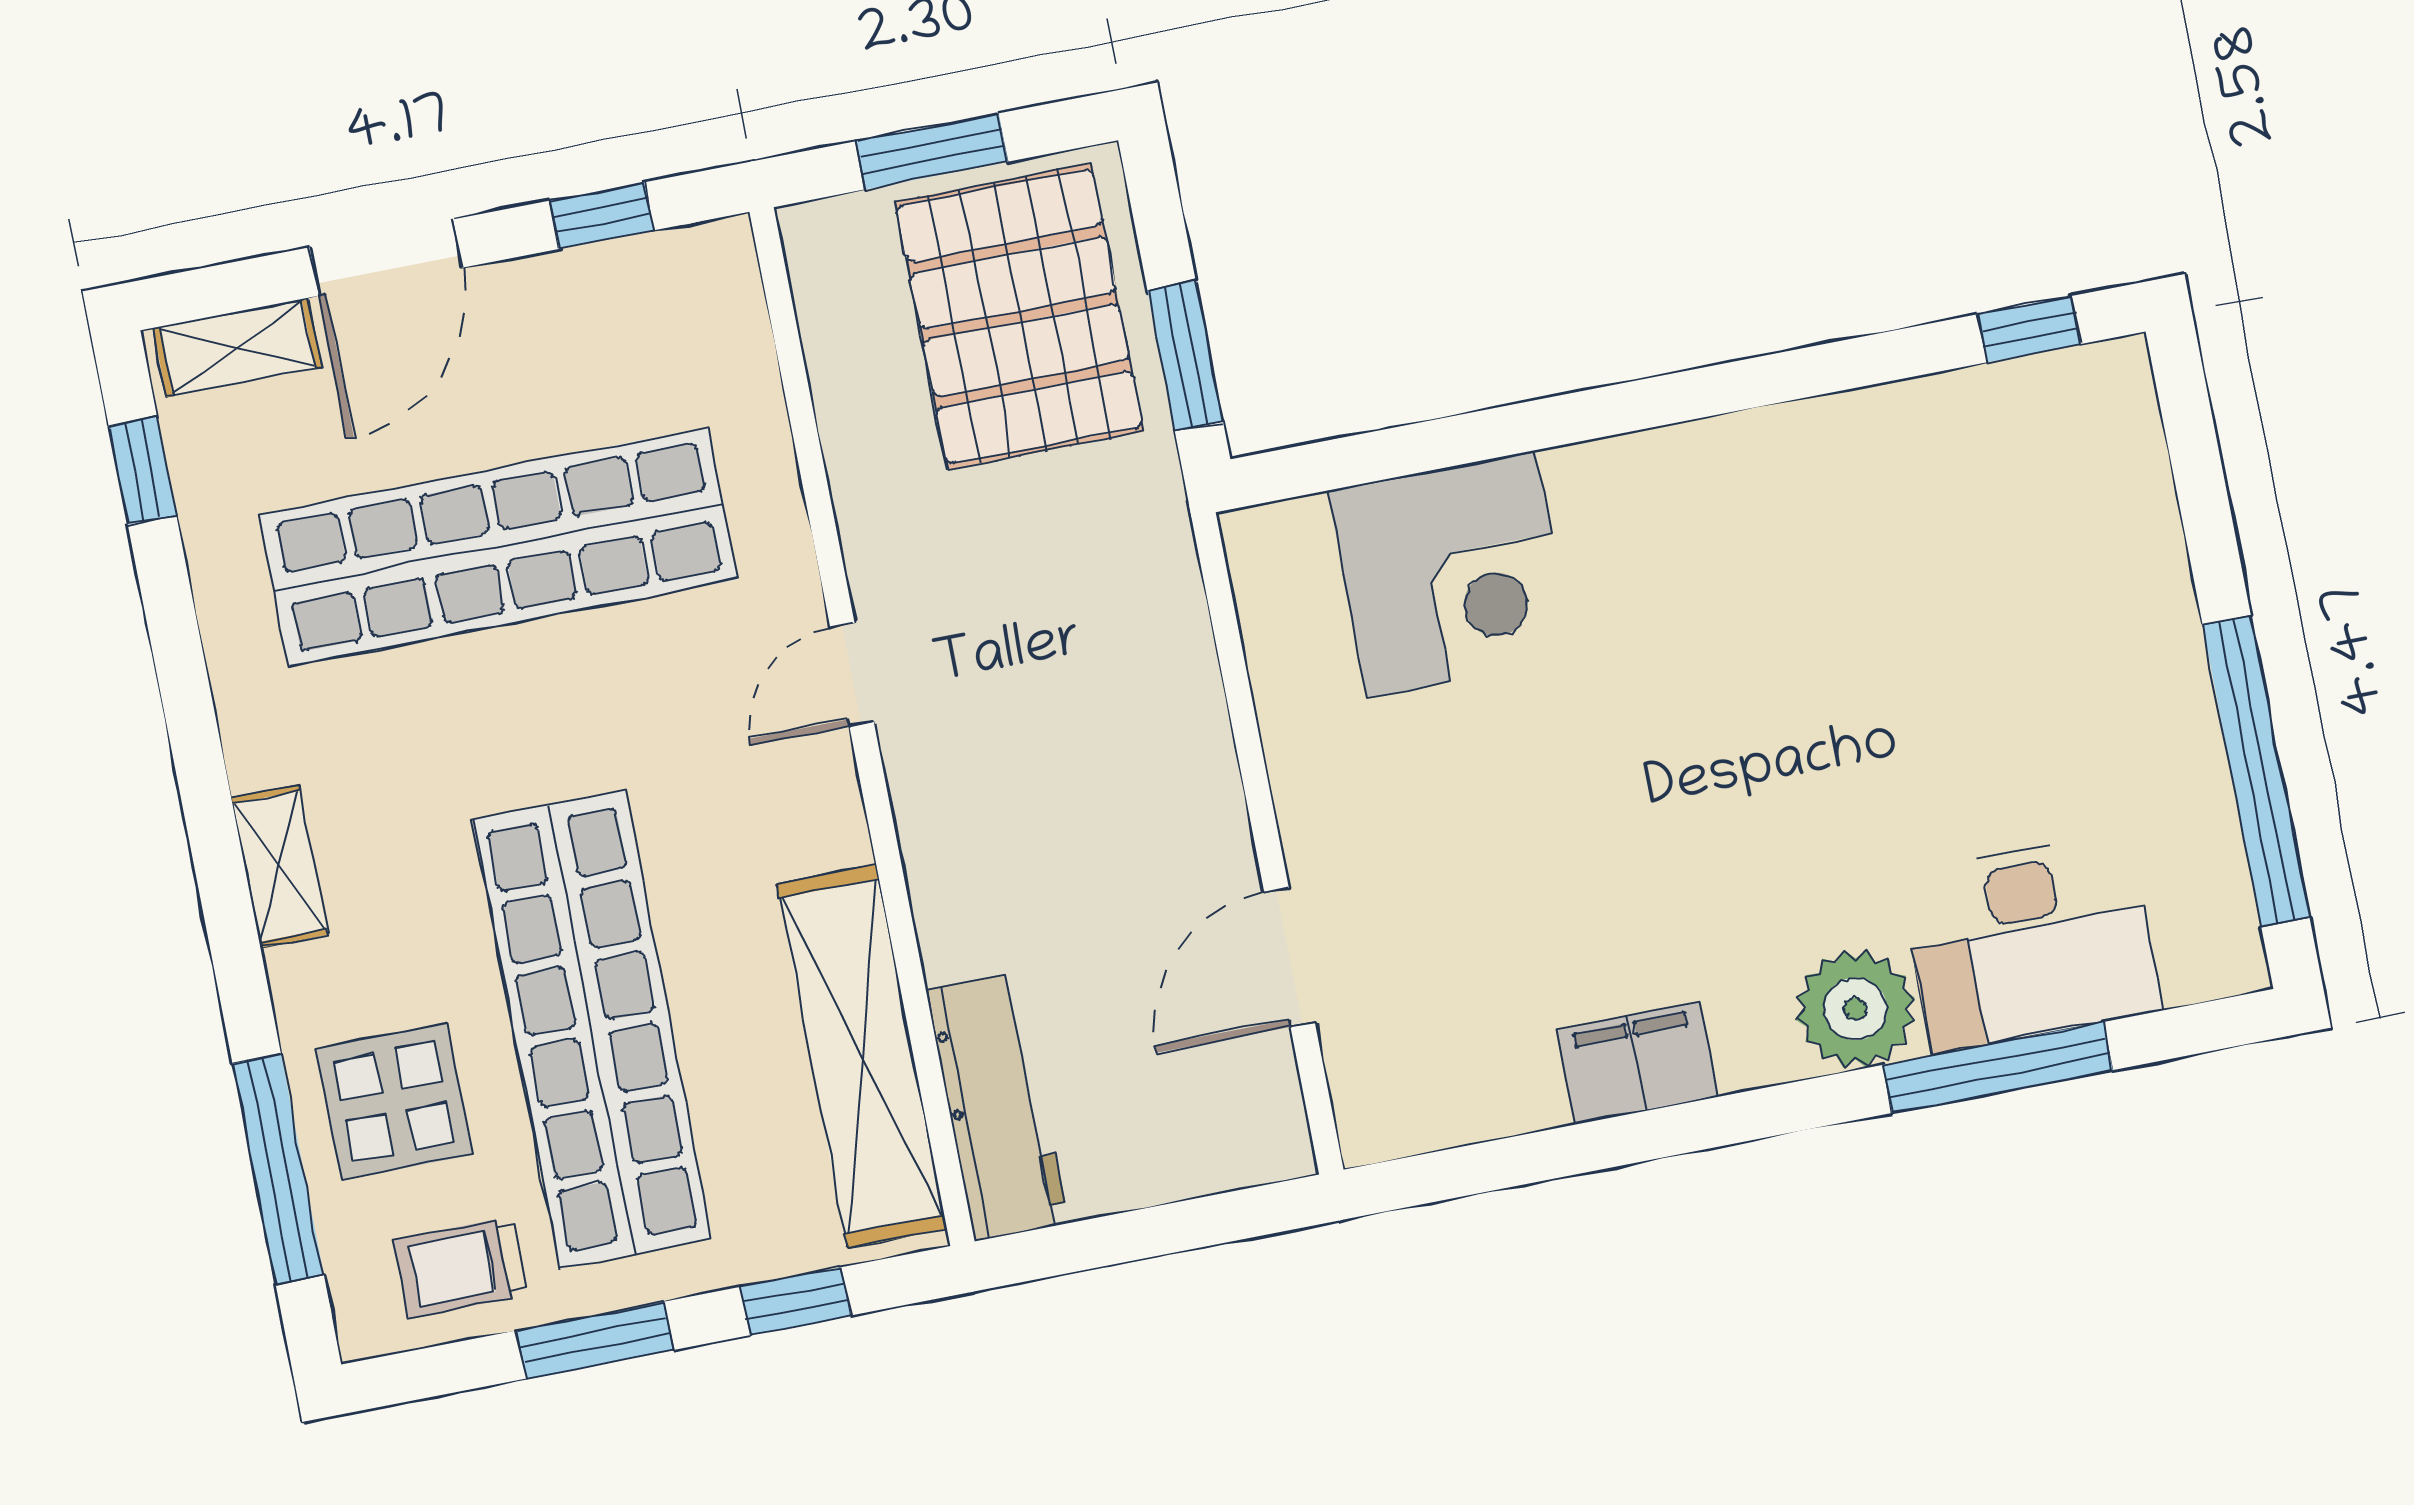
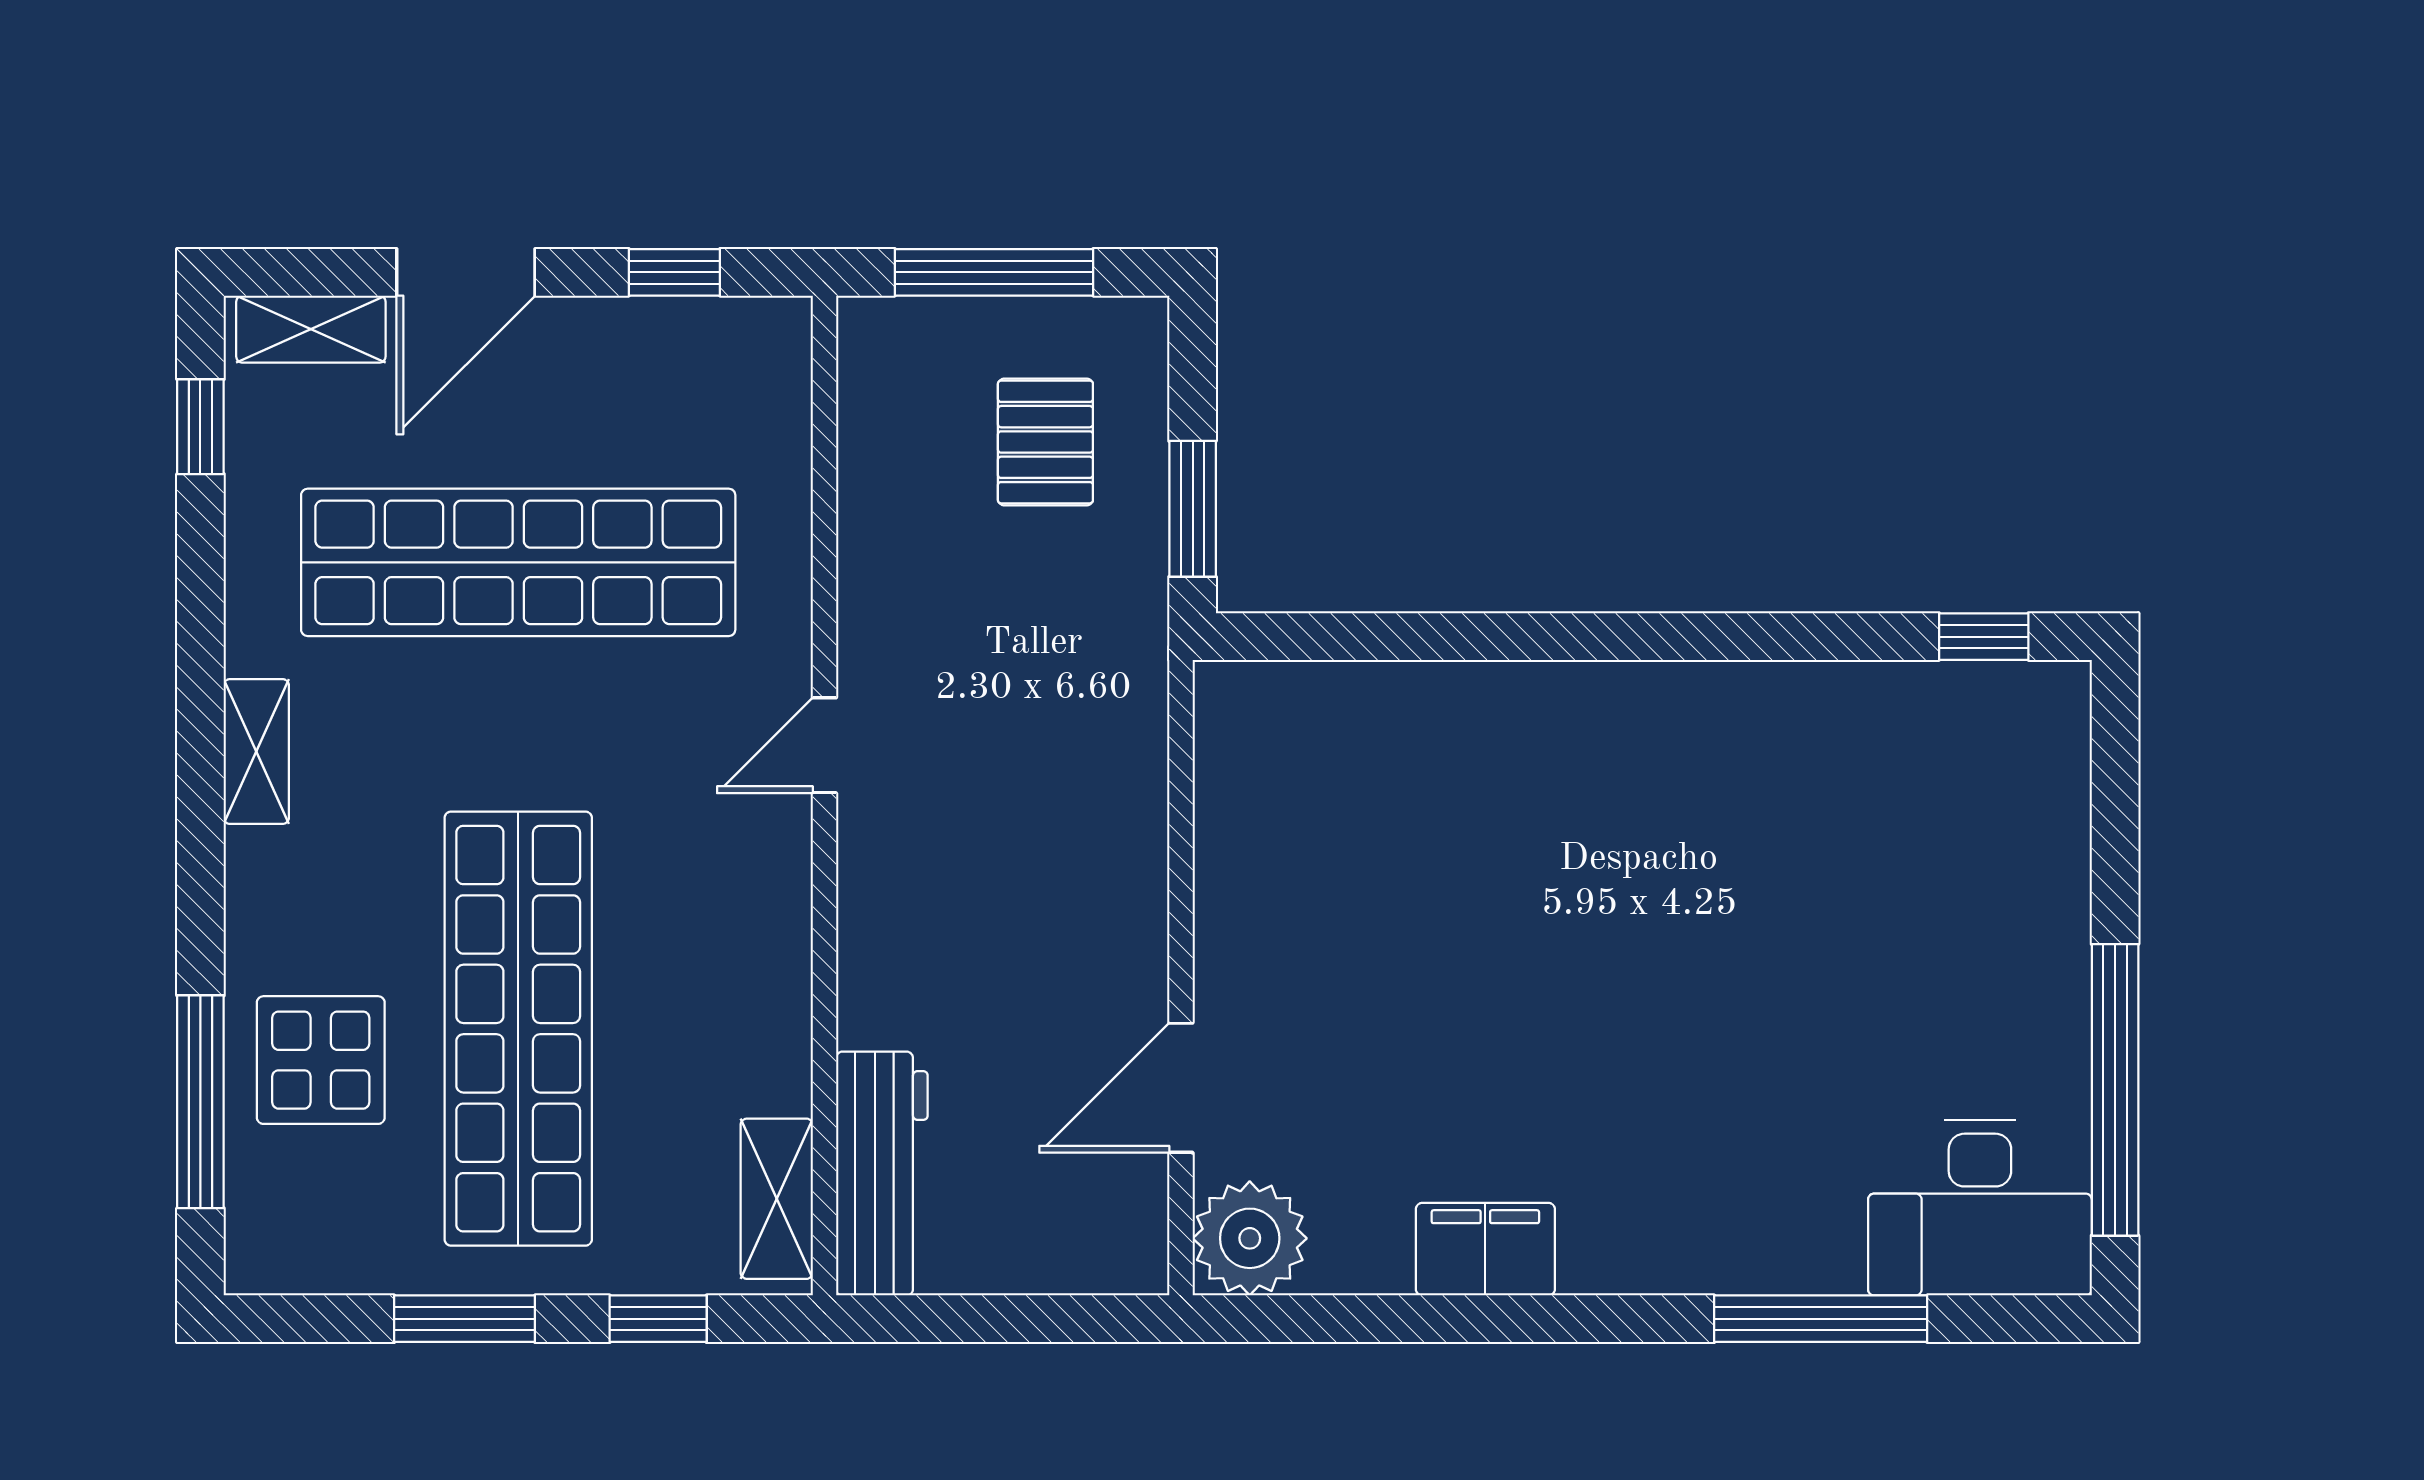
window: (932, 151) -> (994, 272), width x1.44
pallet: (1020, 317) -> (1045, 442), width x0.49, depth x0.50
corner desk: (1451, 574) -> (1401, 760), removed
shelving: (279, 866) -> (256, 752), moved
desk: (2031, 942) -> (1980, 1208), moved
plant: (1855, 1009) -> (1250, 1238), moved
shelving: (862, 1056) -> (777, 1199), width x0.45, depth x0.75
trolley: (461, 1267) -> (353, 1226), removed

